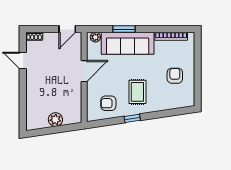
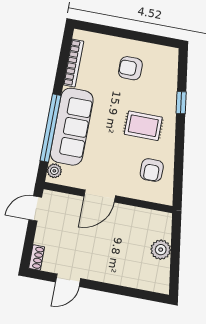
door: (67, 29) -> (35, 209), swing flipped
window: (124, 29) -> (51, 128), width x2.11
door: (84, 71) -> (100, 196), swing flipped
window: (132, 118) -> (181, 103), moved

